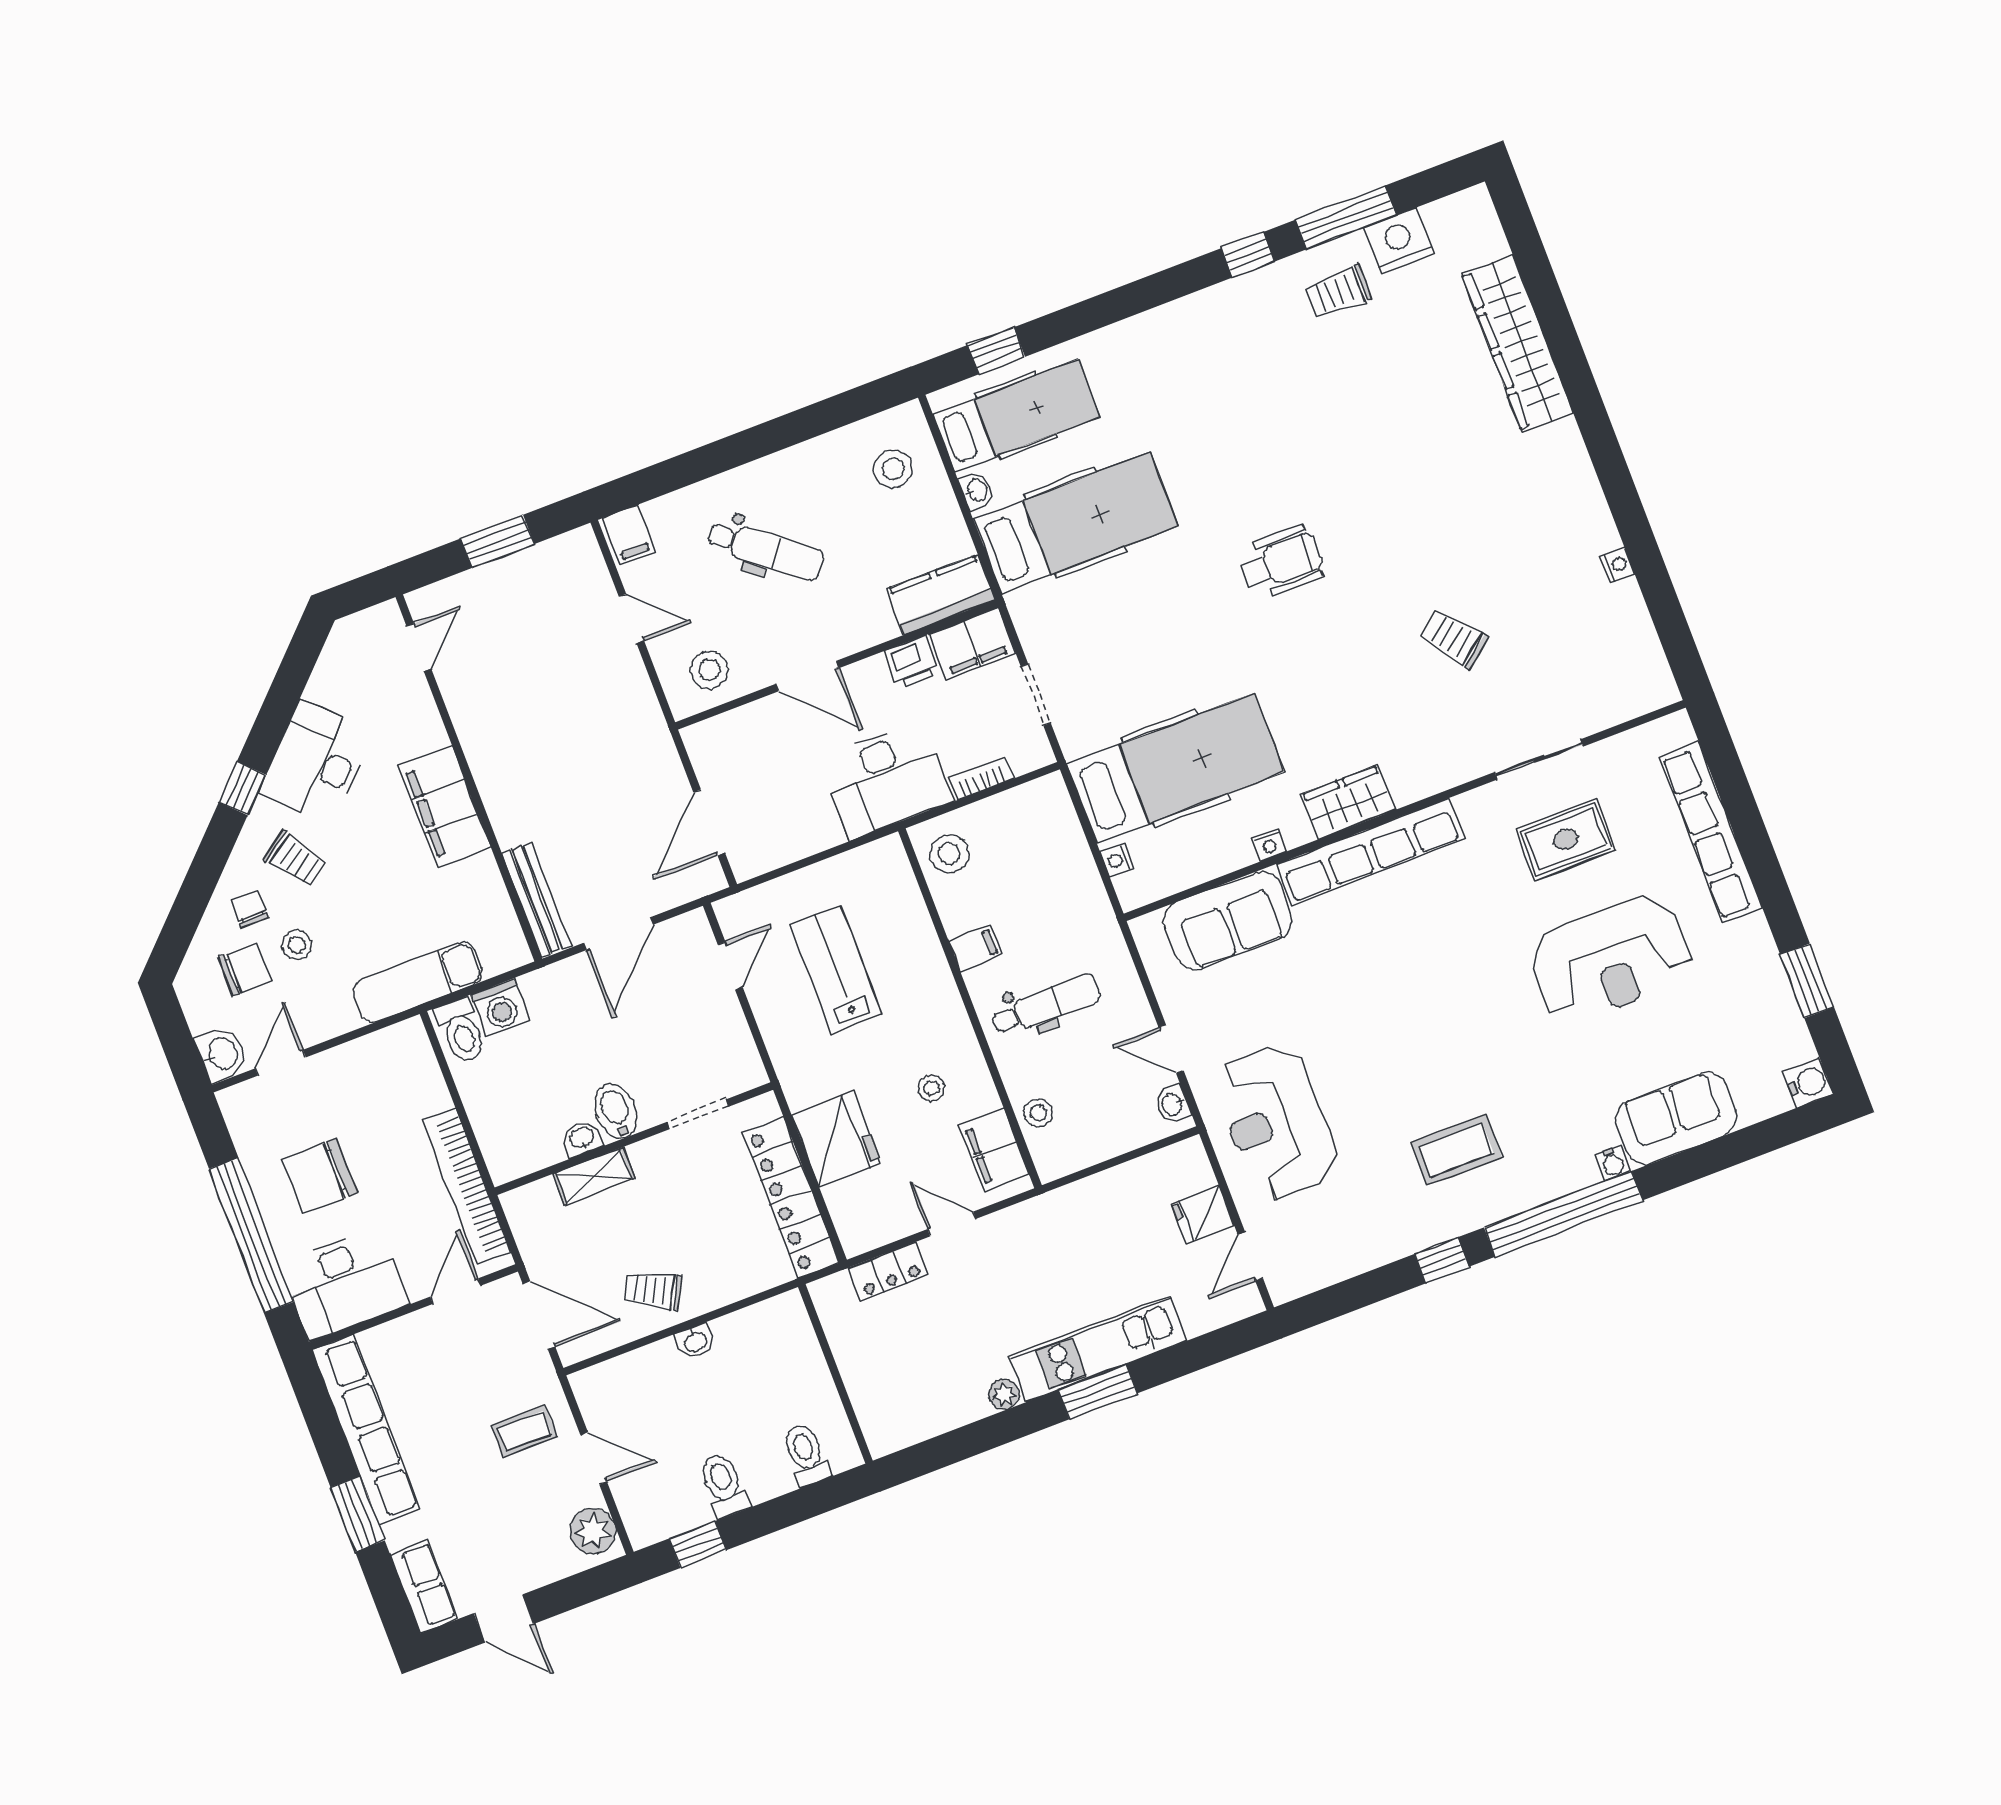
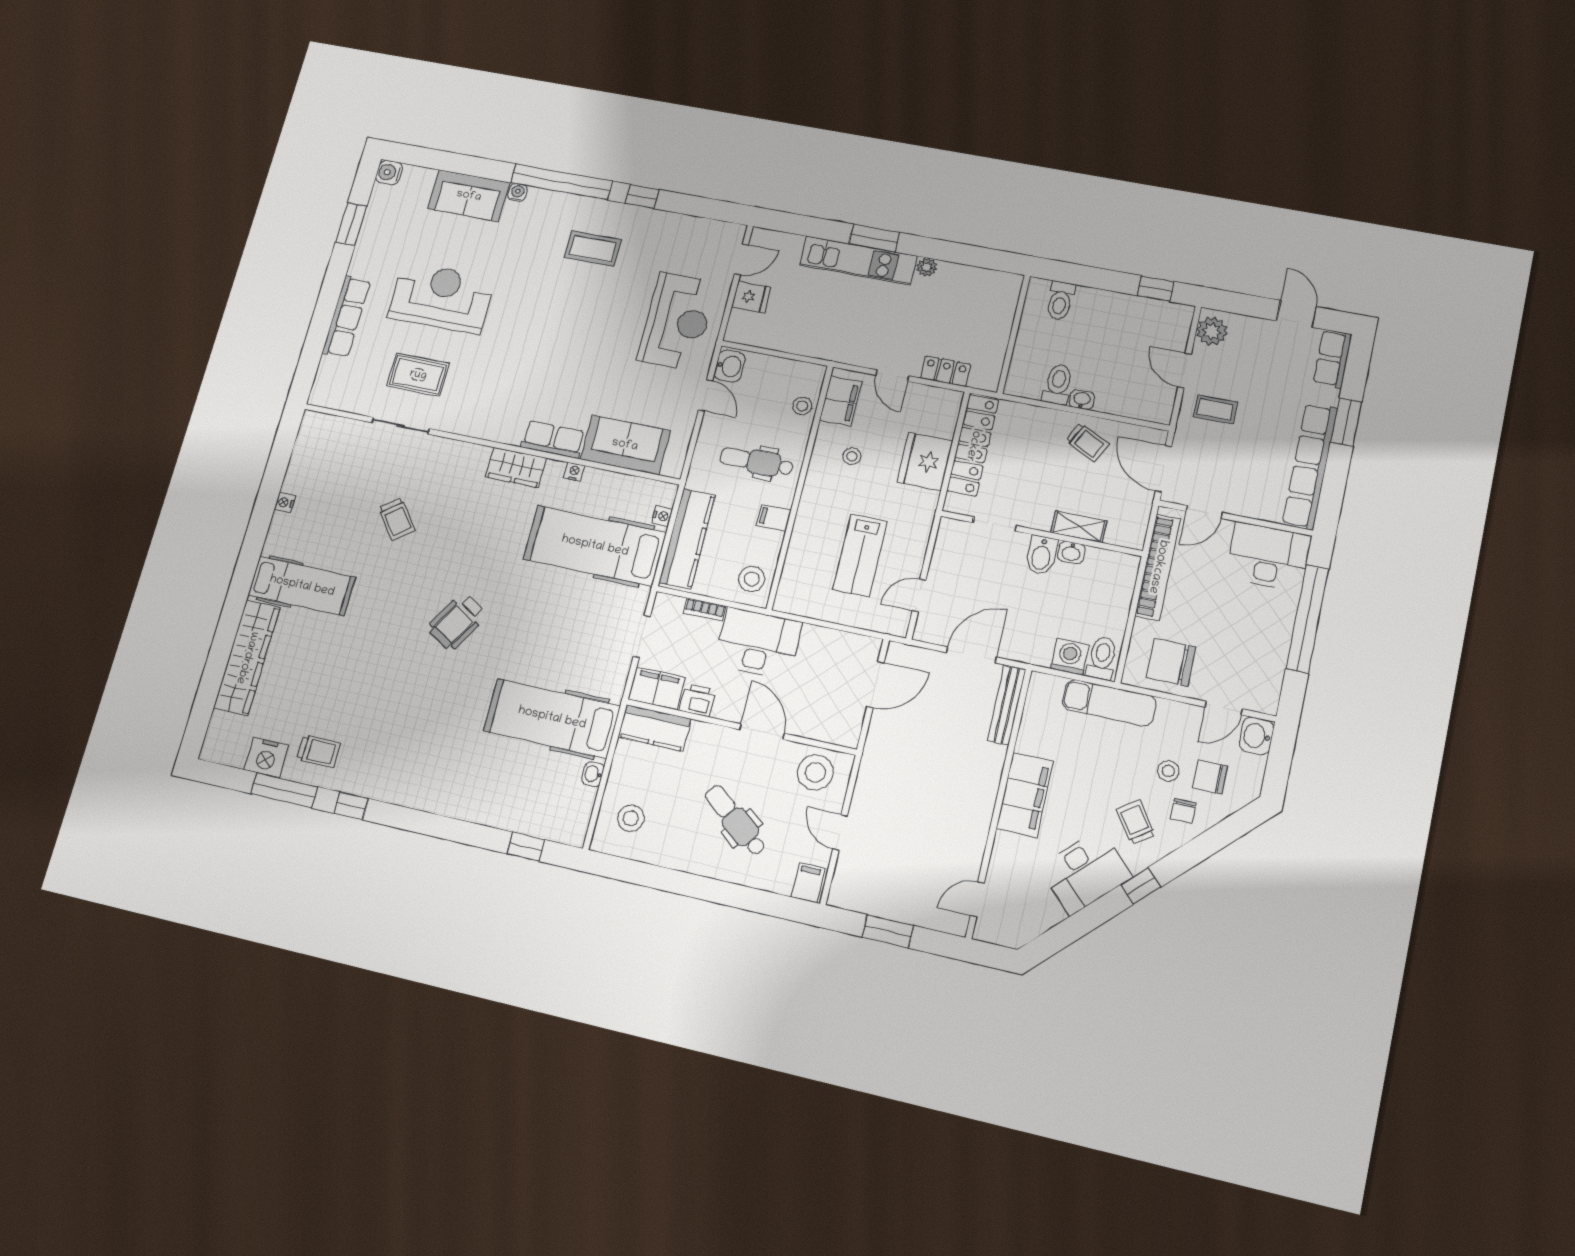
hospital bed: (1016, 416) -> (302, 586), moved, turned 180
wheelchair: (1281, 562) -> (457, 621), turned -59
stool: (709, 670) -> (815, 772), width x1.38, depth x1.38
row of seats: (1711, 832) -> (346, 317), width x0.73
row of seats: (1370, 851) -> (553, 439), width x0.50
kitchen counter: (1065, 852) -> (687, 539), added
washbasin: (1173, 1104) -> (730, 366), width x1.38, depth x1.45
chair: (319, 1176) -> (1171, 662), moved, turned 180
toilet: (724, 1485) -> (1058, 384), moved, turned 180

